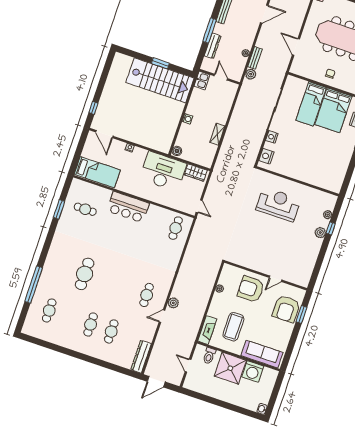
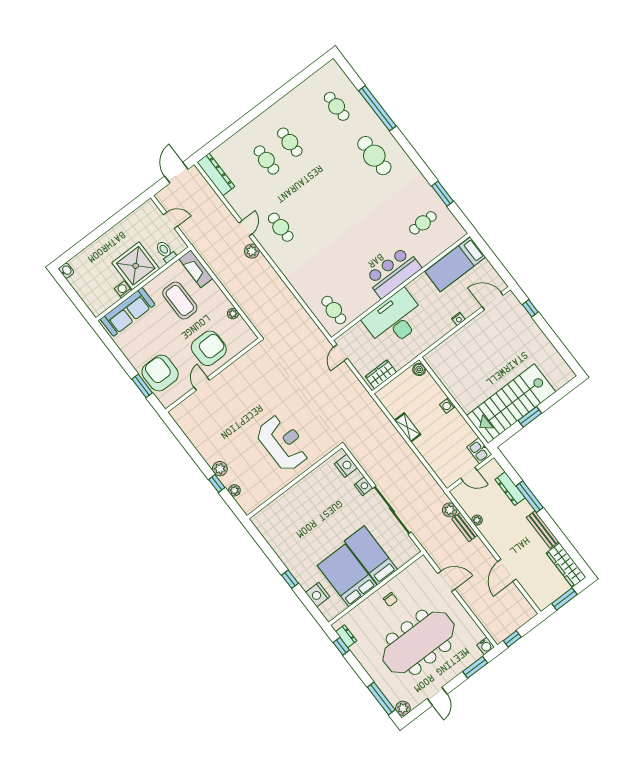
desk: (163, 171) -> (395, 319), moved, turned 180
reception desk: (278, 204) -> (283, 443), turned -90
door: (199, 206) -> (341, 353), hinge flipped
cafe table: (85, 274) -> (374, 156), moved
washing machine: (253, 372) -> (123, 289), width x0.53, depth x0.53

